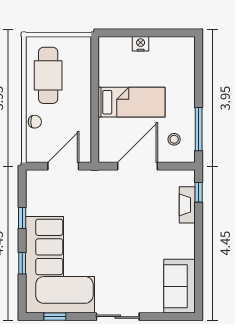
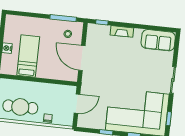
bed: (132, 102) -> (28, 56), moved
door: (63, 166) -> (77, 104), swing flipped
fireplace: (187, 205) -> (122, 31), moved

